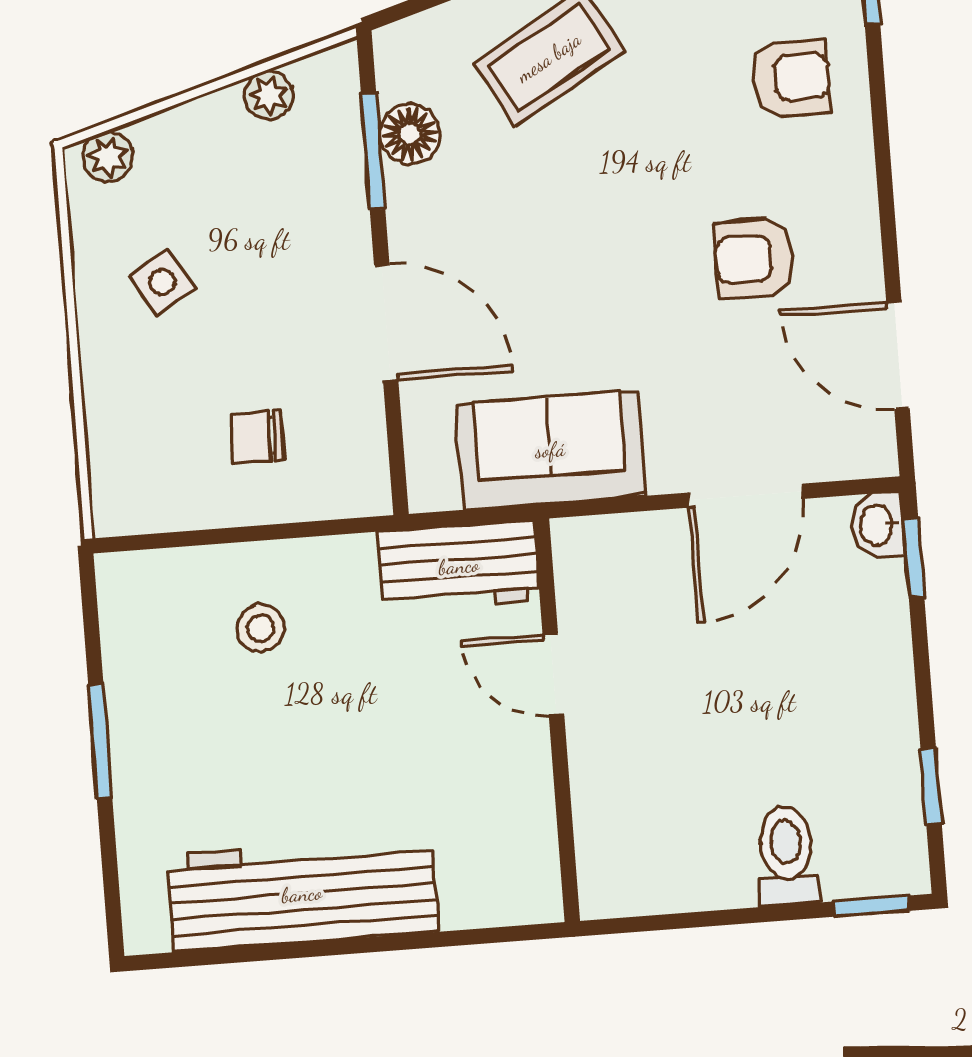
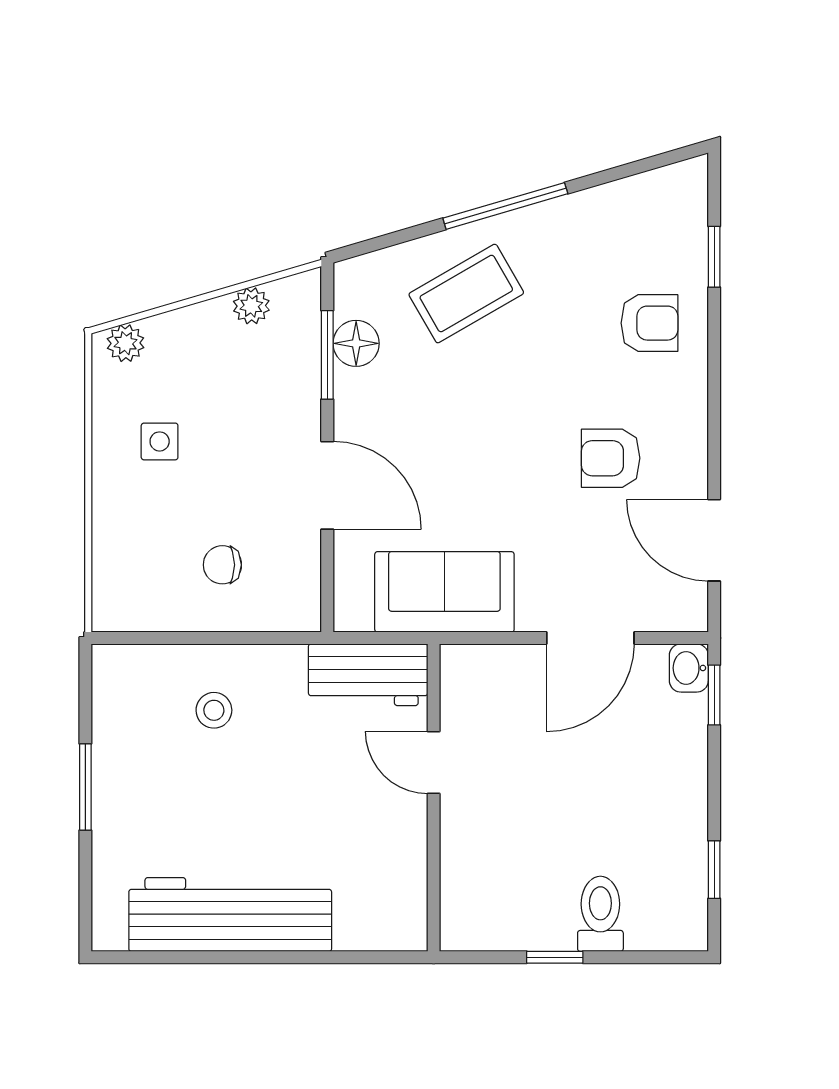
side table: (162, 282) -> (160, 441), turned 31
window: (872, 906) -> (555, 957), moved

